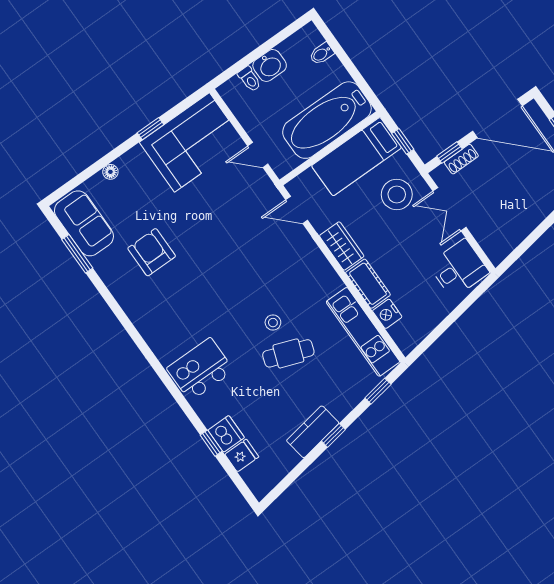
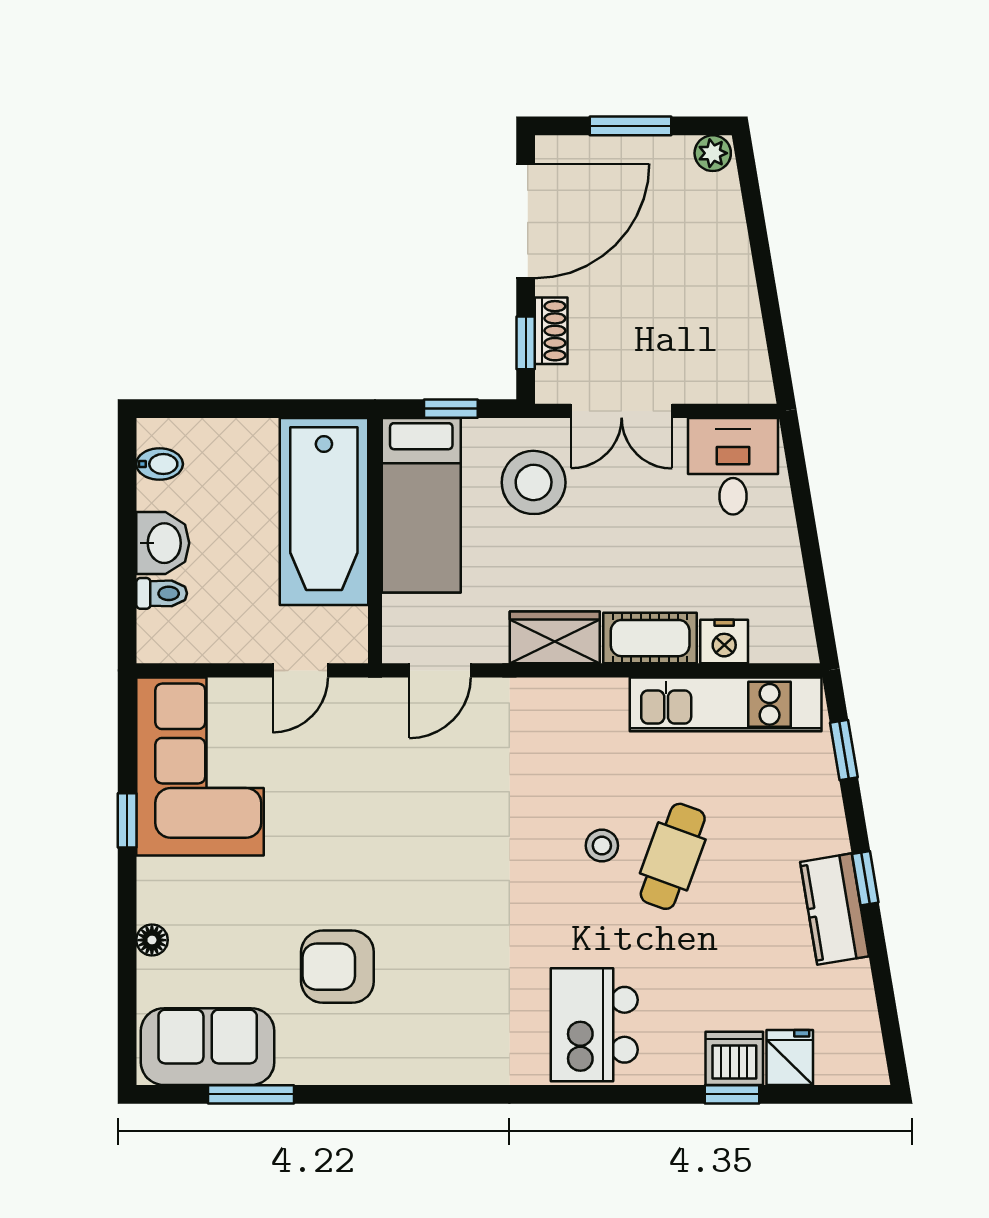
bidet: (322, 54) -> (160, 464), moved, turned -90

